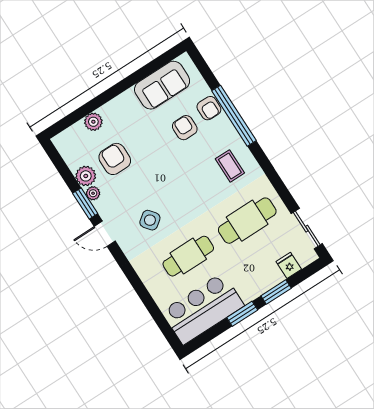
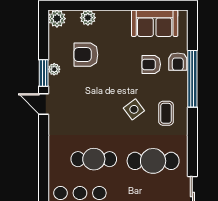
armchair: (185, 128) -> (151, 64), turned -90
armchair: (115, 159) -> (86, 55), turned -90
plant: (86, 176) -> (57, 19), moved
side table: (150, 220) -> (134, 109), moved

